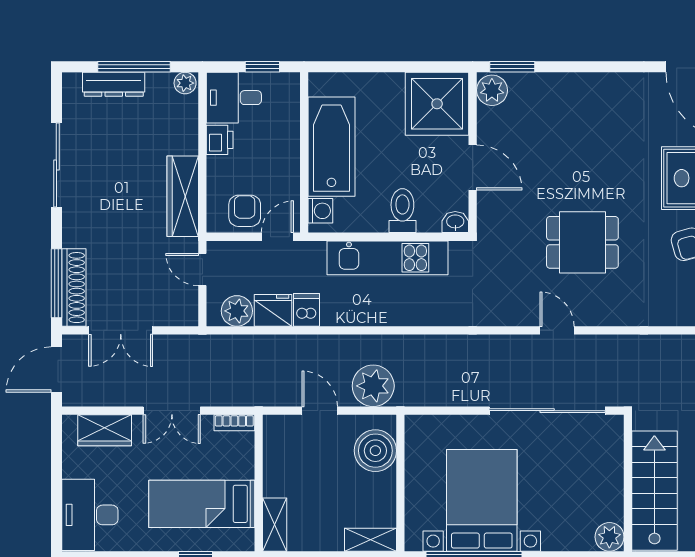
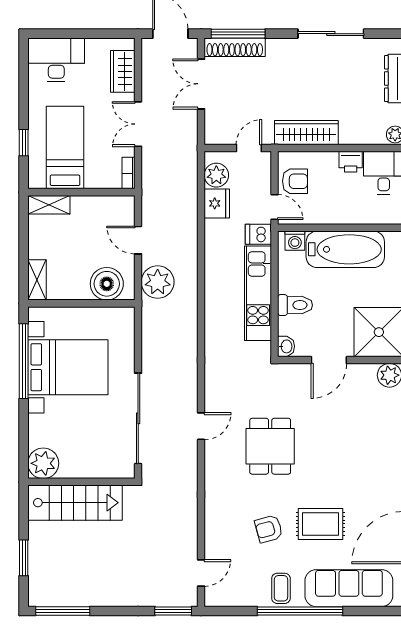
dishwasher: (306, 310) -> (258, 234), moved, turned 180
door: (320, 411) -> (138, 240), swing flipped
plant: (609, 537) -> (43, 463), width x1.36, depth x1.36

